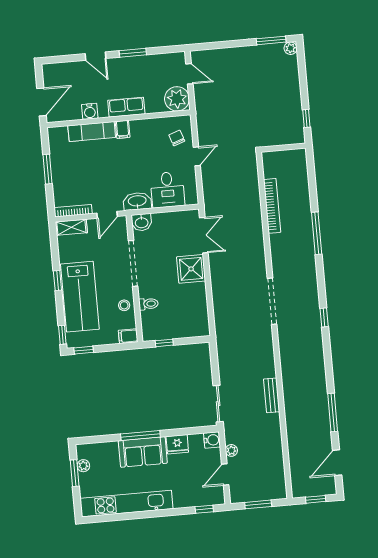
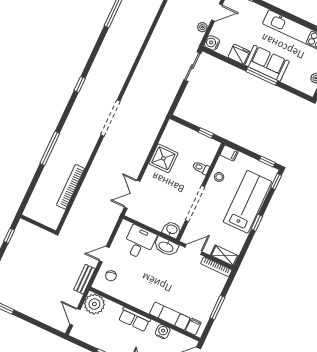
filing cabinet: (123, 129) -> (193, 327), moved
shower: (191, 269) -> (163, 158), moved
bench: (272, 395) -> (84, 279), moved

